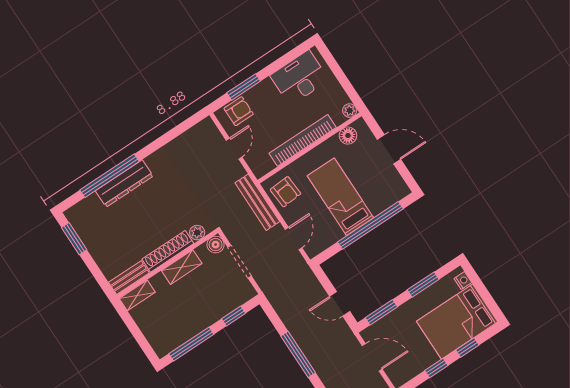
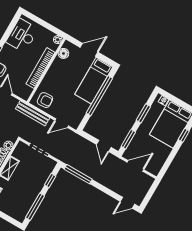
bed: (340, 197) -> (94, 81), moved, turned -90
door: (294, 238) -> (62, 123), swing flipped
boiler: (216, 245) -> (21, 147), removed
door: (340, 304) -> (104, 146), hinge flipped
window: (298, 354) -> (78, 174), moved
window: (436, 368) -> (173, 154), removed

